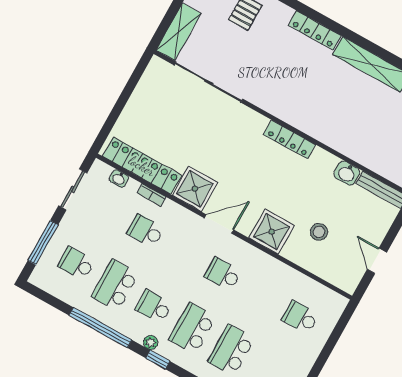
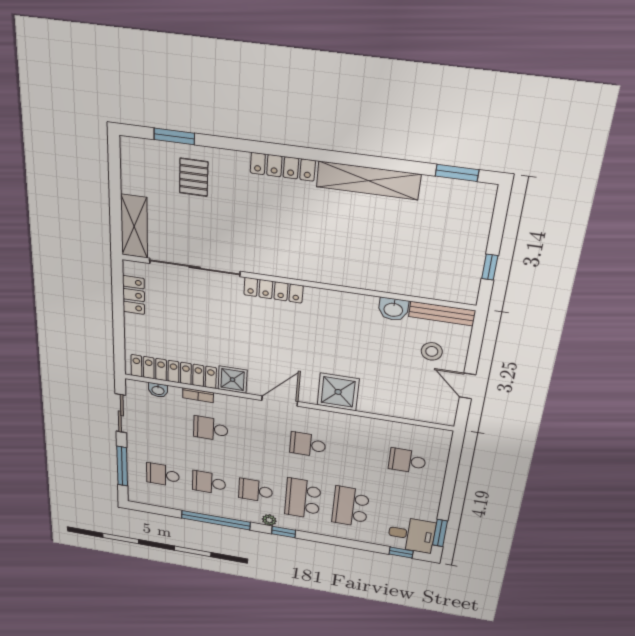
locker: (146, 87) -> (134, 295), added
locker: (289, 139) -> (273, 290), moved
shower: (195, 189) -> (233, 380), width x0.73, depth x0.73
stool: (319, 232) -> (432, 351), moved
school desk: (115, 285) -> (209, 483), width x0.54

